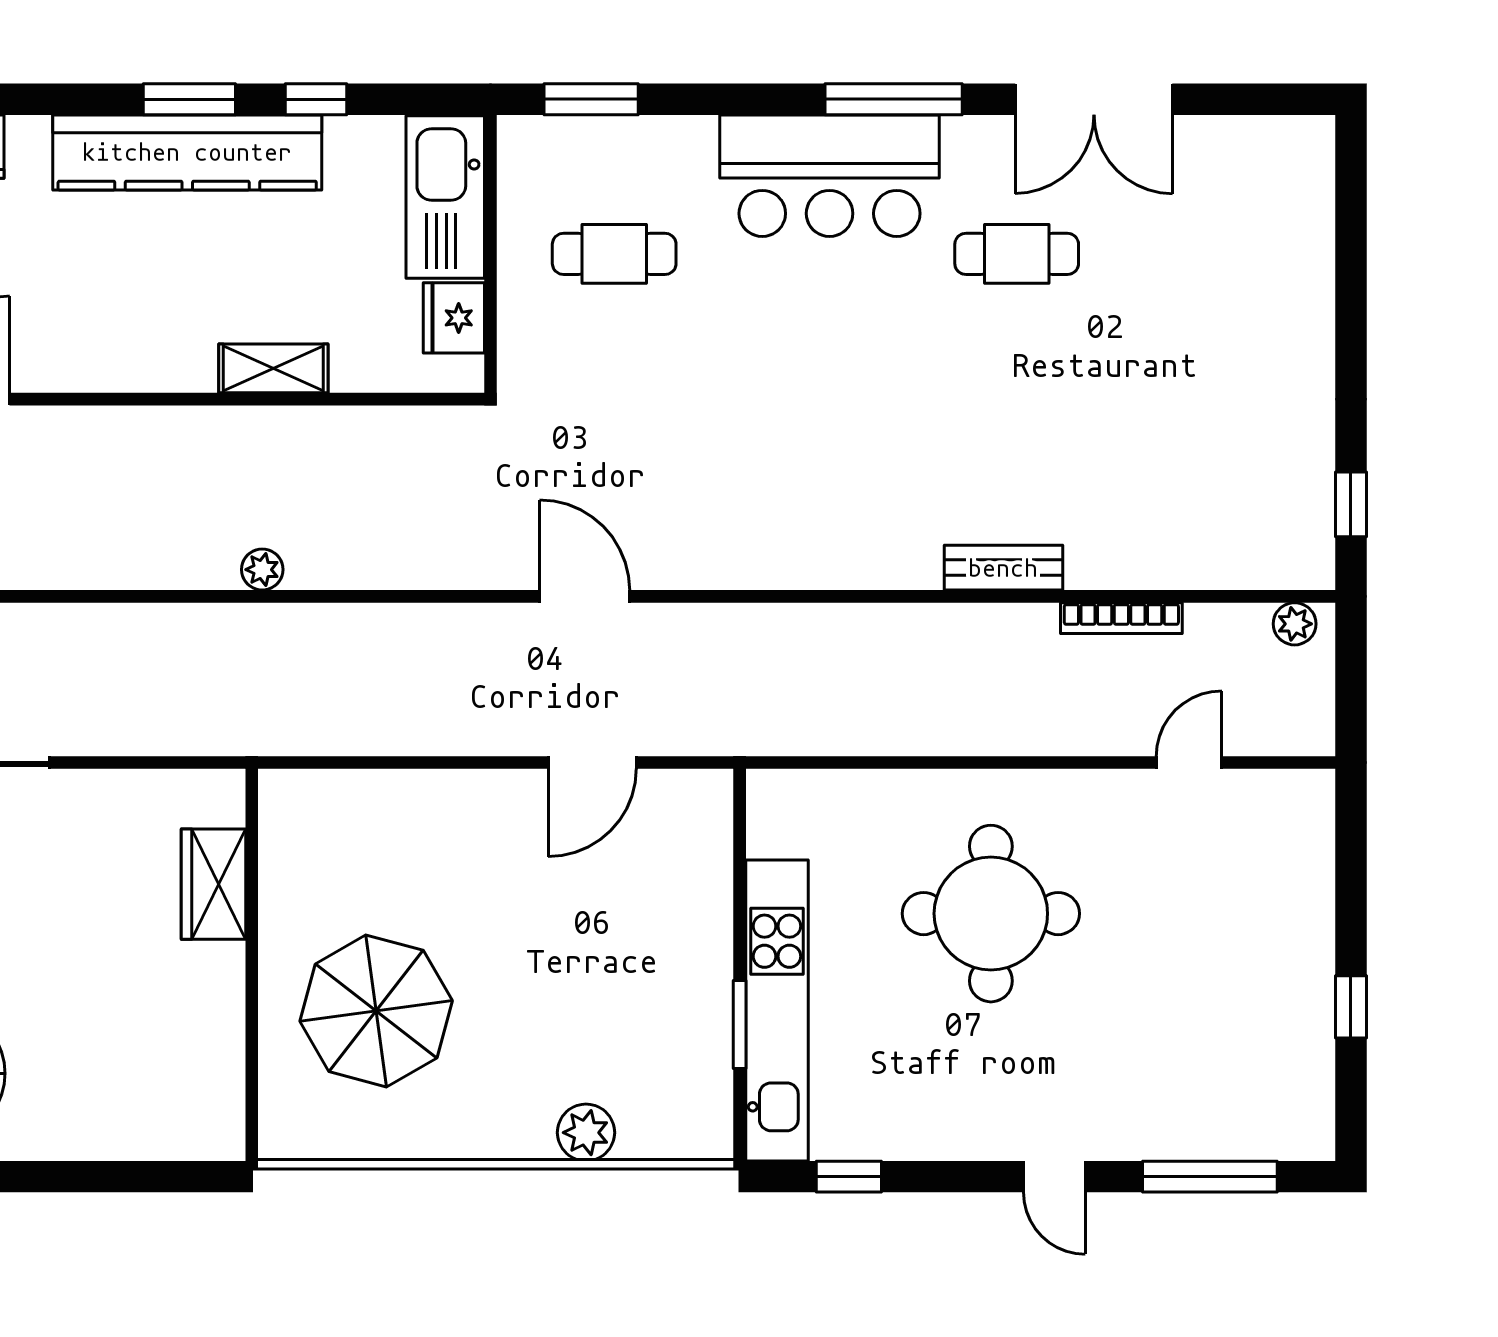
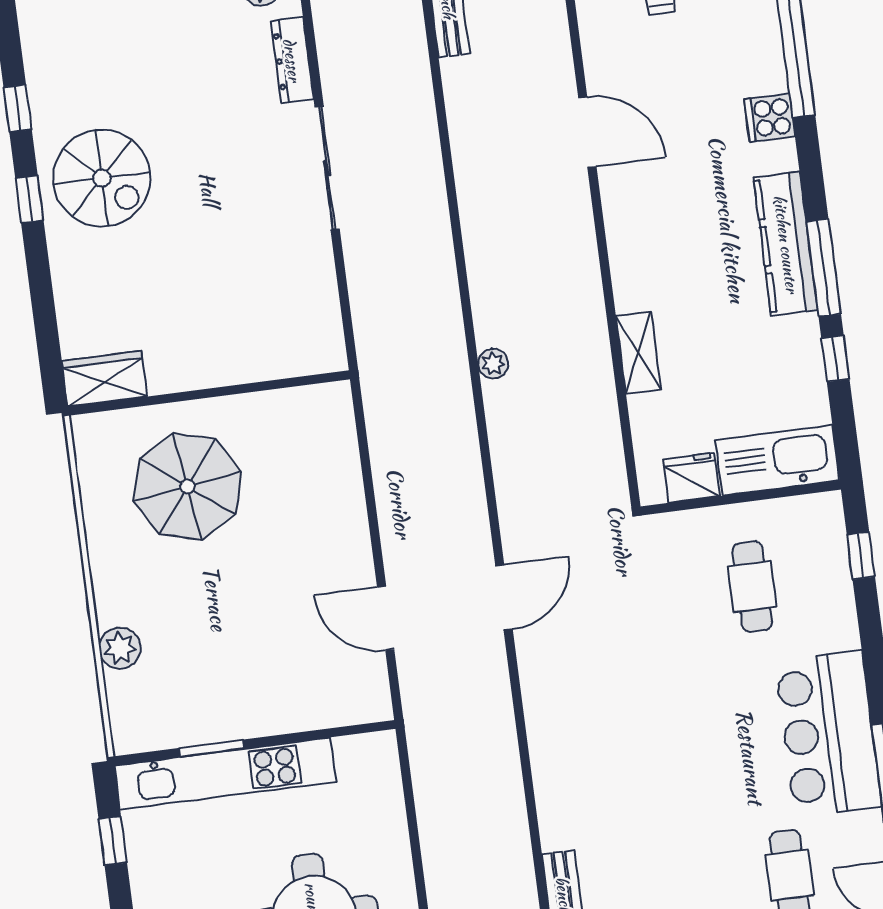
window: (189, 99) -> (823, 268), width x1.44
window: (591, 99) -> (861, 556), width x0.67
kitchen counter: (187, 152) -> (786, 244), width x0.72, depth x0.86
wardrobe: (213, 884) -> (104, 379), moved

